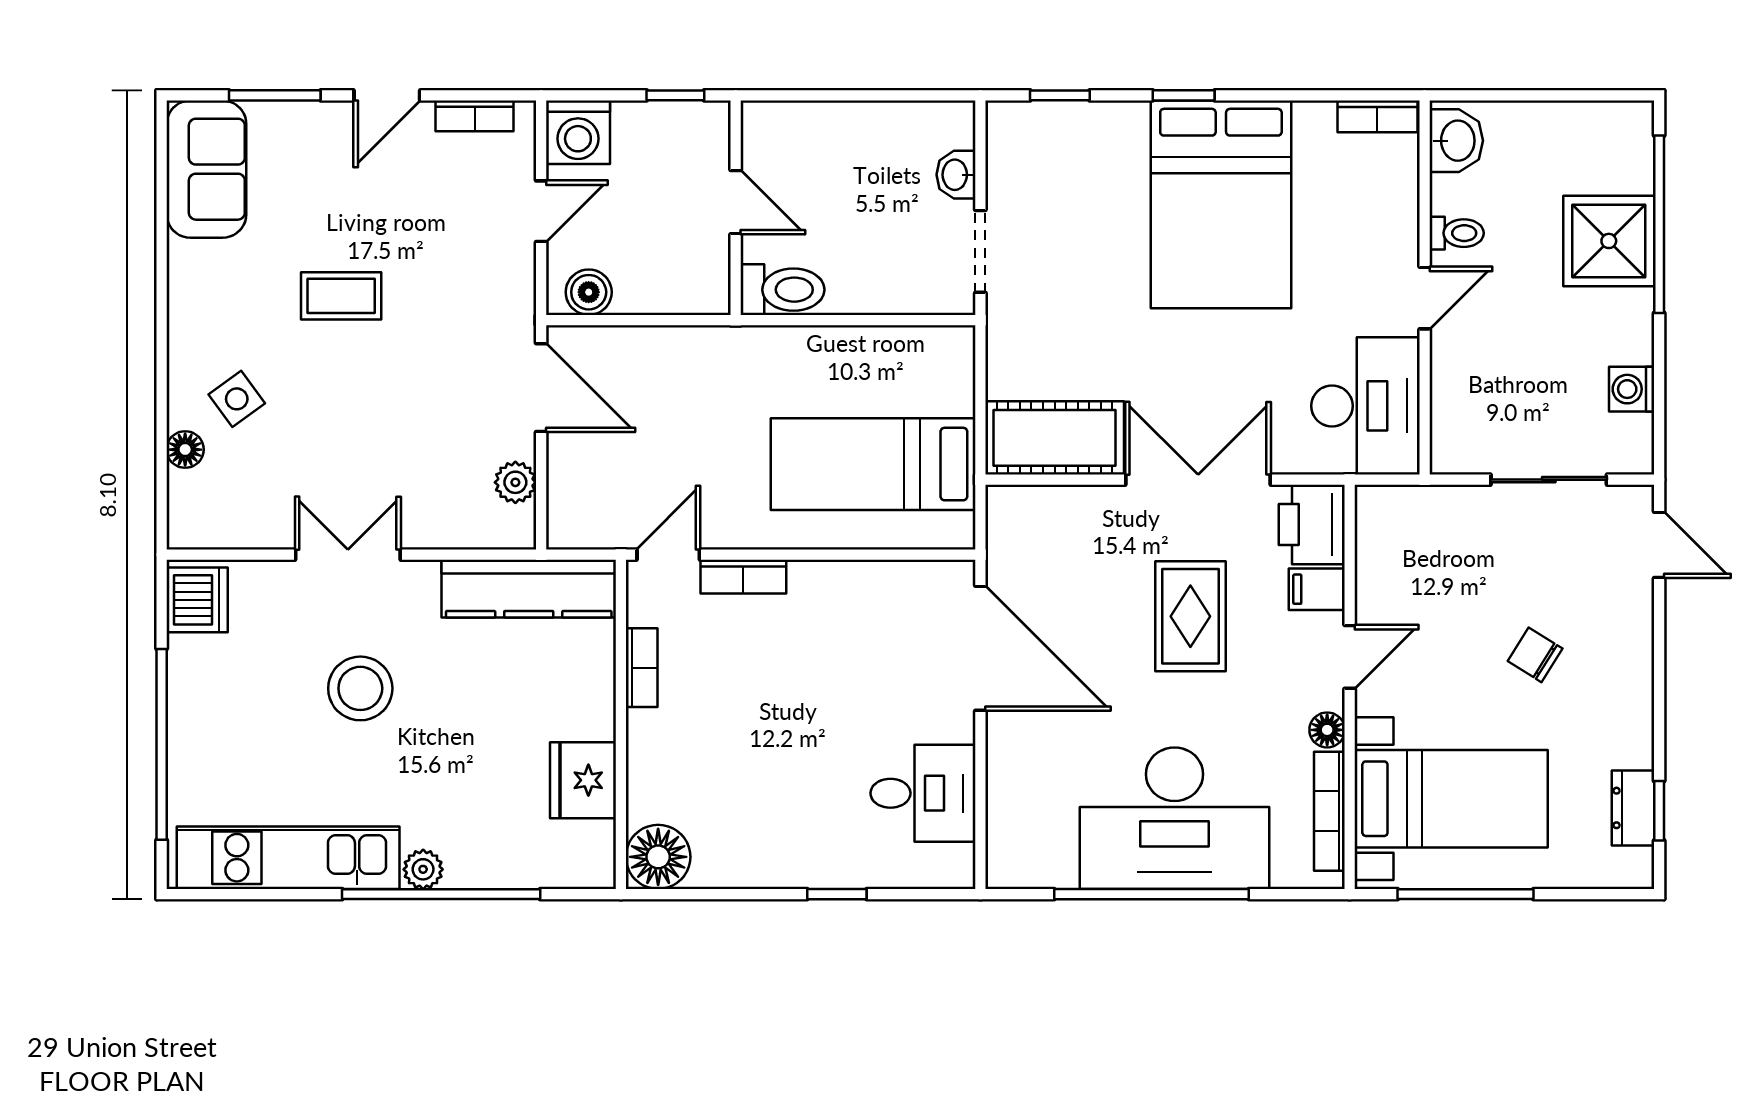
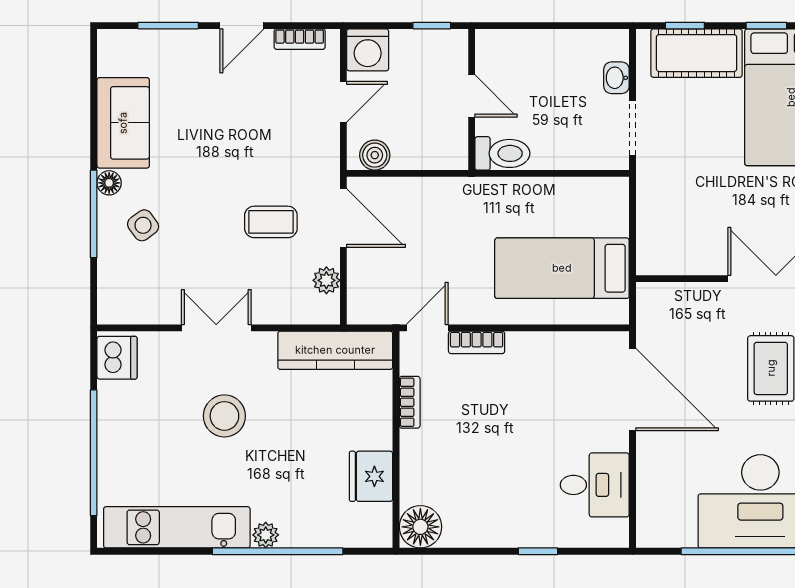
sofa: (206, 169) -> (123, 123), moved
coffee table: (341, 296) -> (271, 222), moved
window: (162, 381) -> (94, 214), added
cot: (1055, 438) -> (697, 53), moved
floor lamp: (185, 450) -> (109, 183), moved

